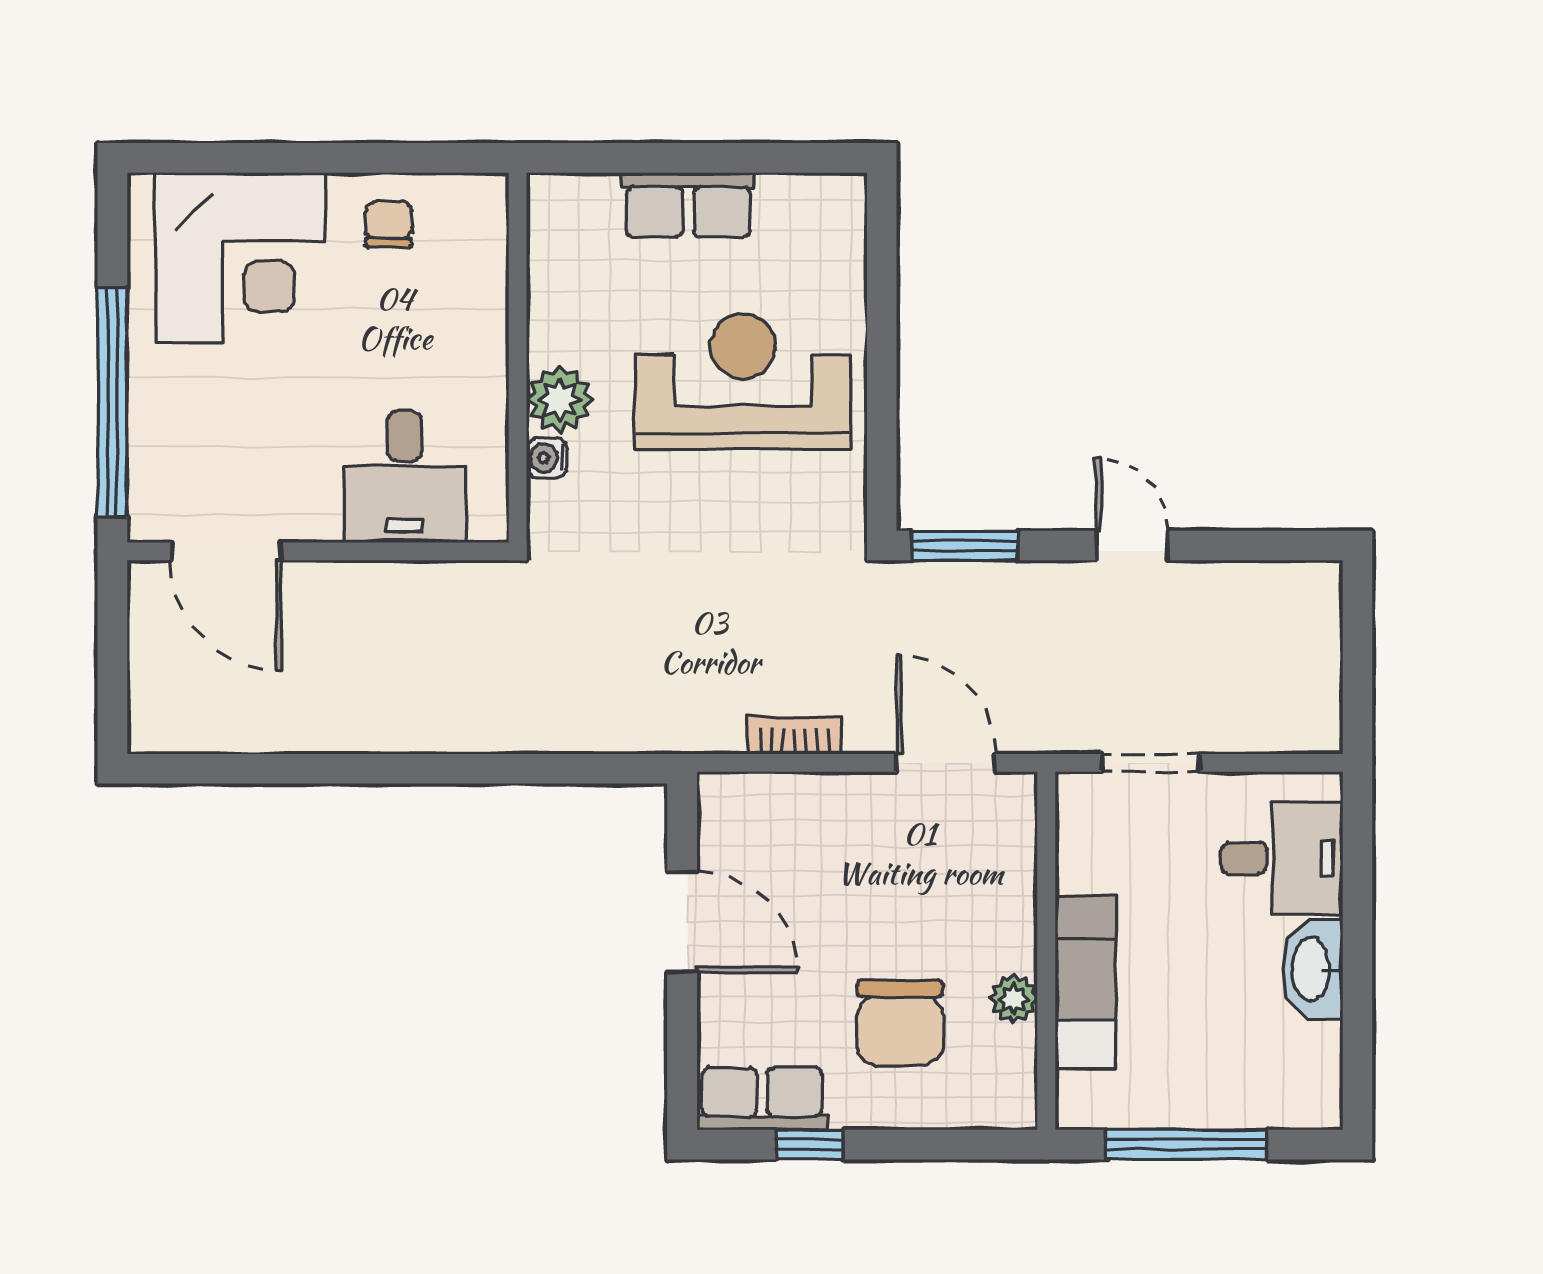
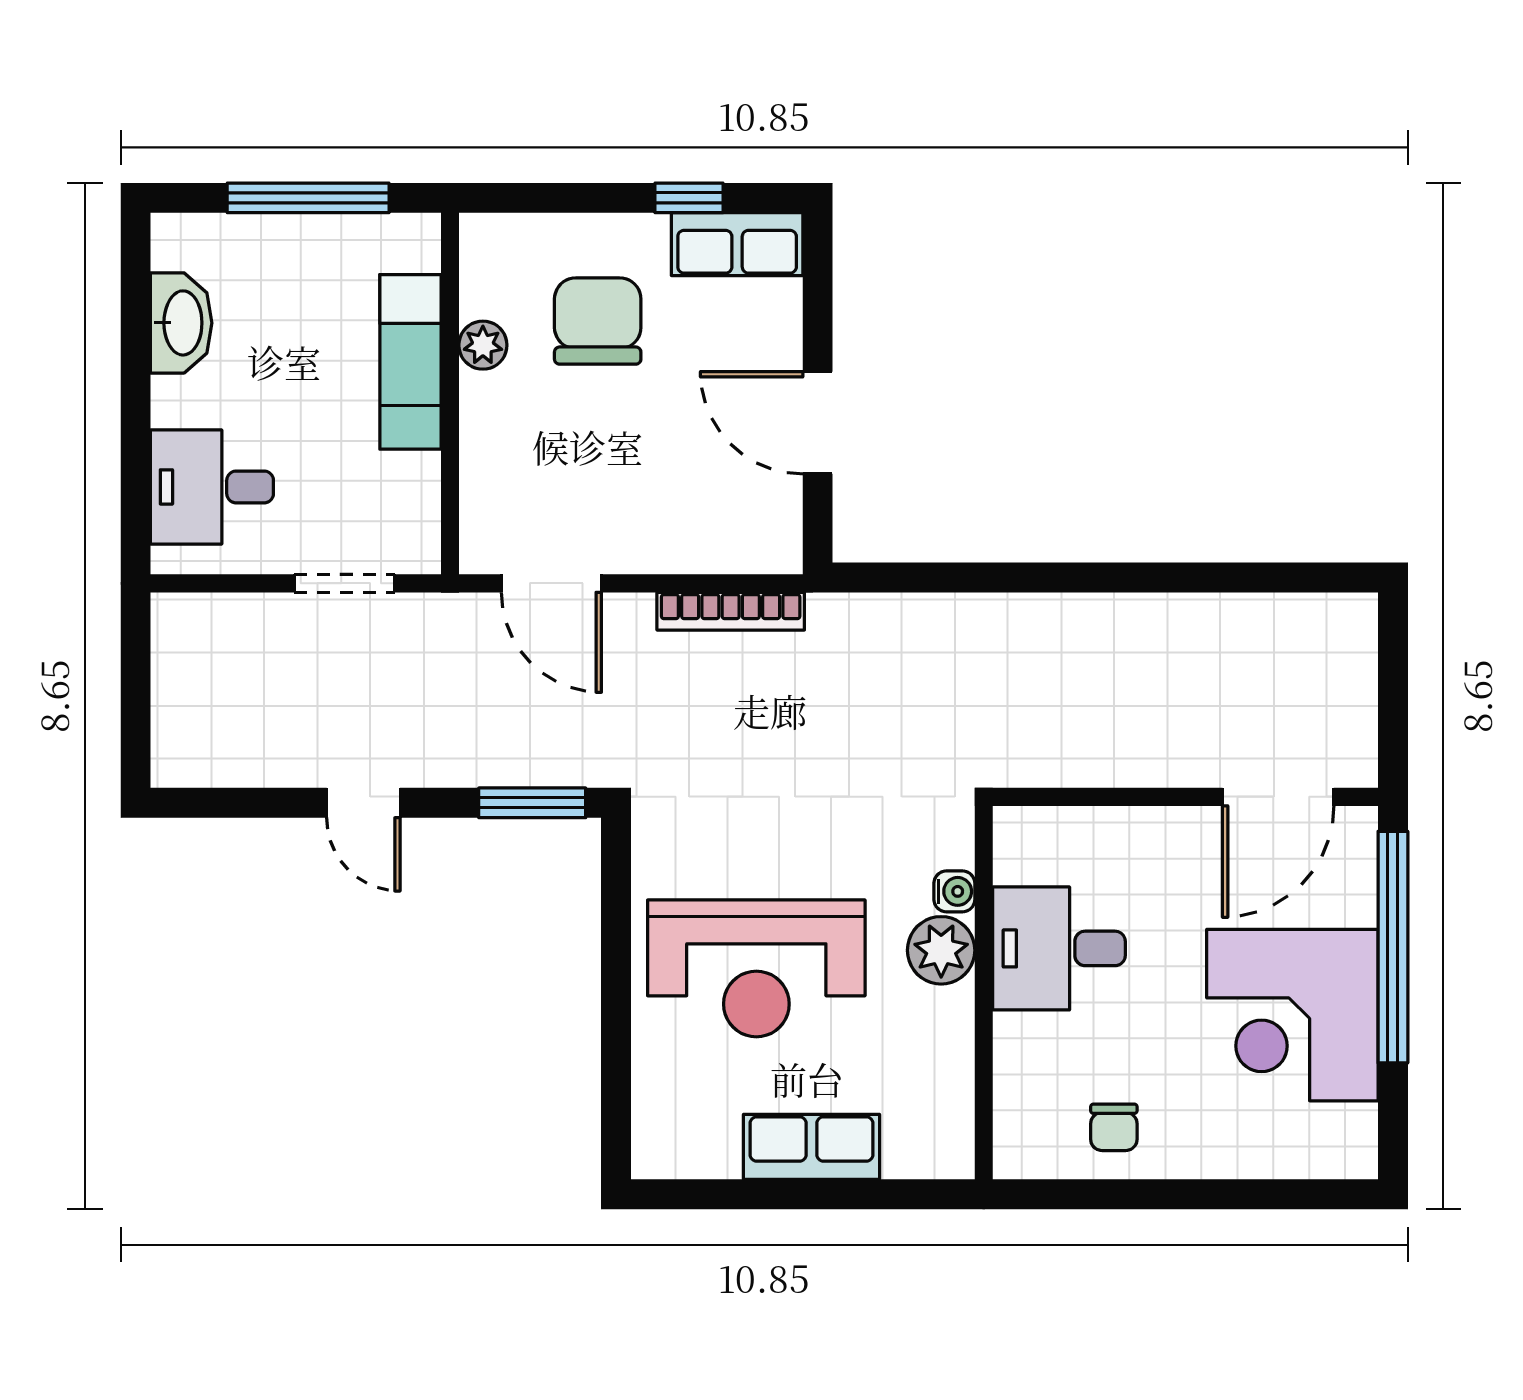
corner desk: (240, 258) -> (1292, 1015), moved, turned -90
desk: (405, 477) -> (1059, 948), moved, turned -90
door: (226, 551) -> (1278, 797), swing flipped
bookcase: (795, 735) -> (731, 611), width x1.56
washbasin: (1312, 969) -> (181, 323), moved

